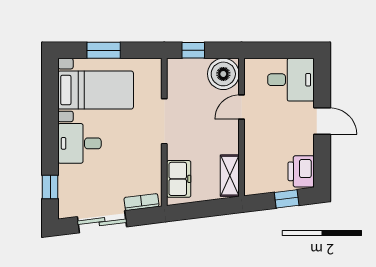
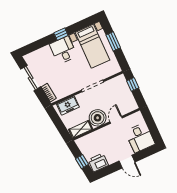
boiler: (223, 74) -> (98, 118), moved
door: (241, 107) -> (116, 120), hinge flipped
door: (322, 121) -> (127, 162), hinge flipped
window: (50, 187) -> (61, 34), moved

